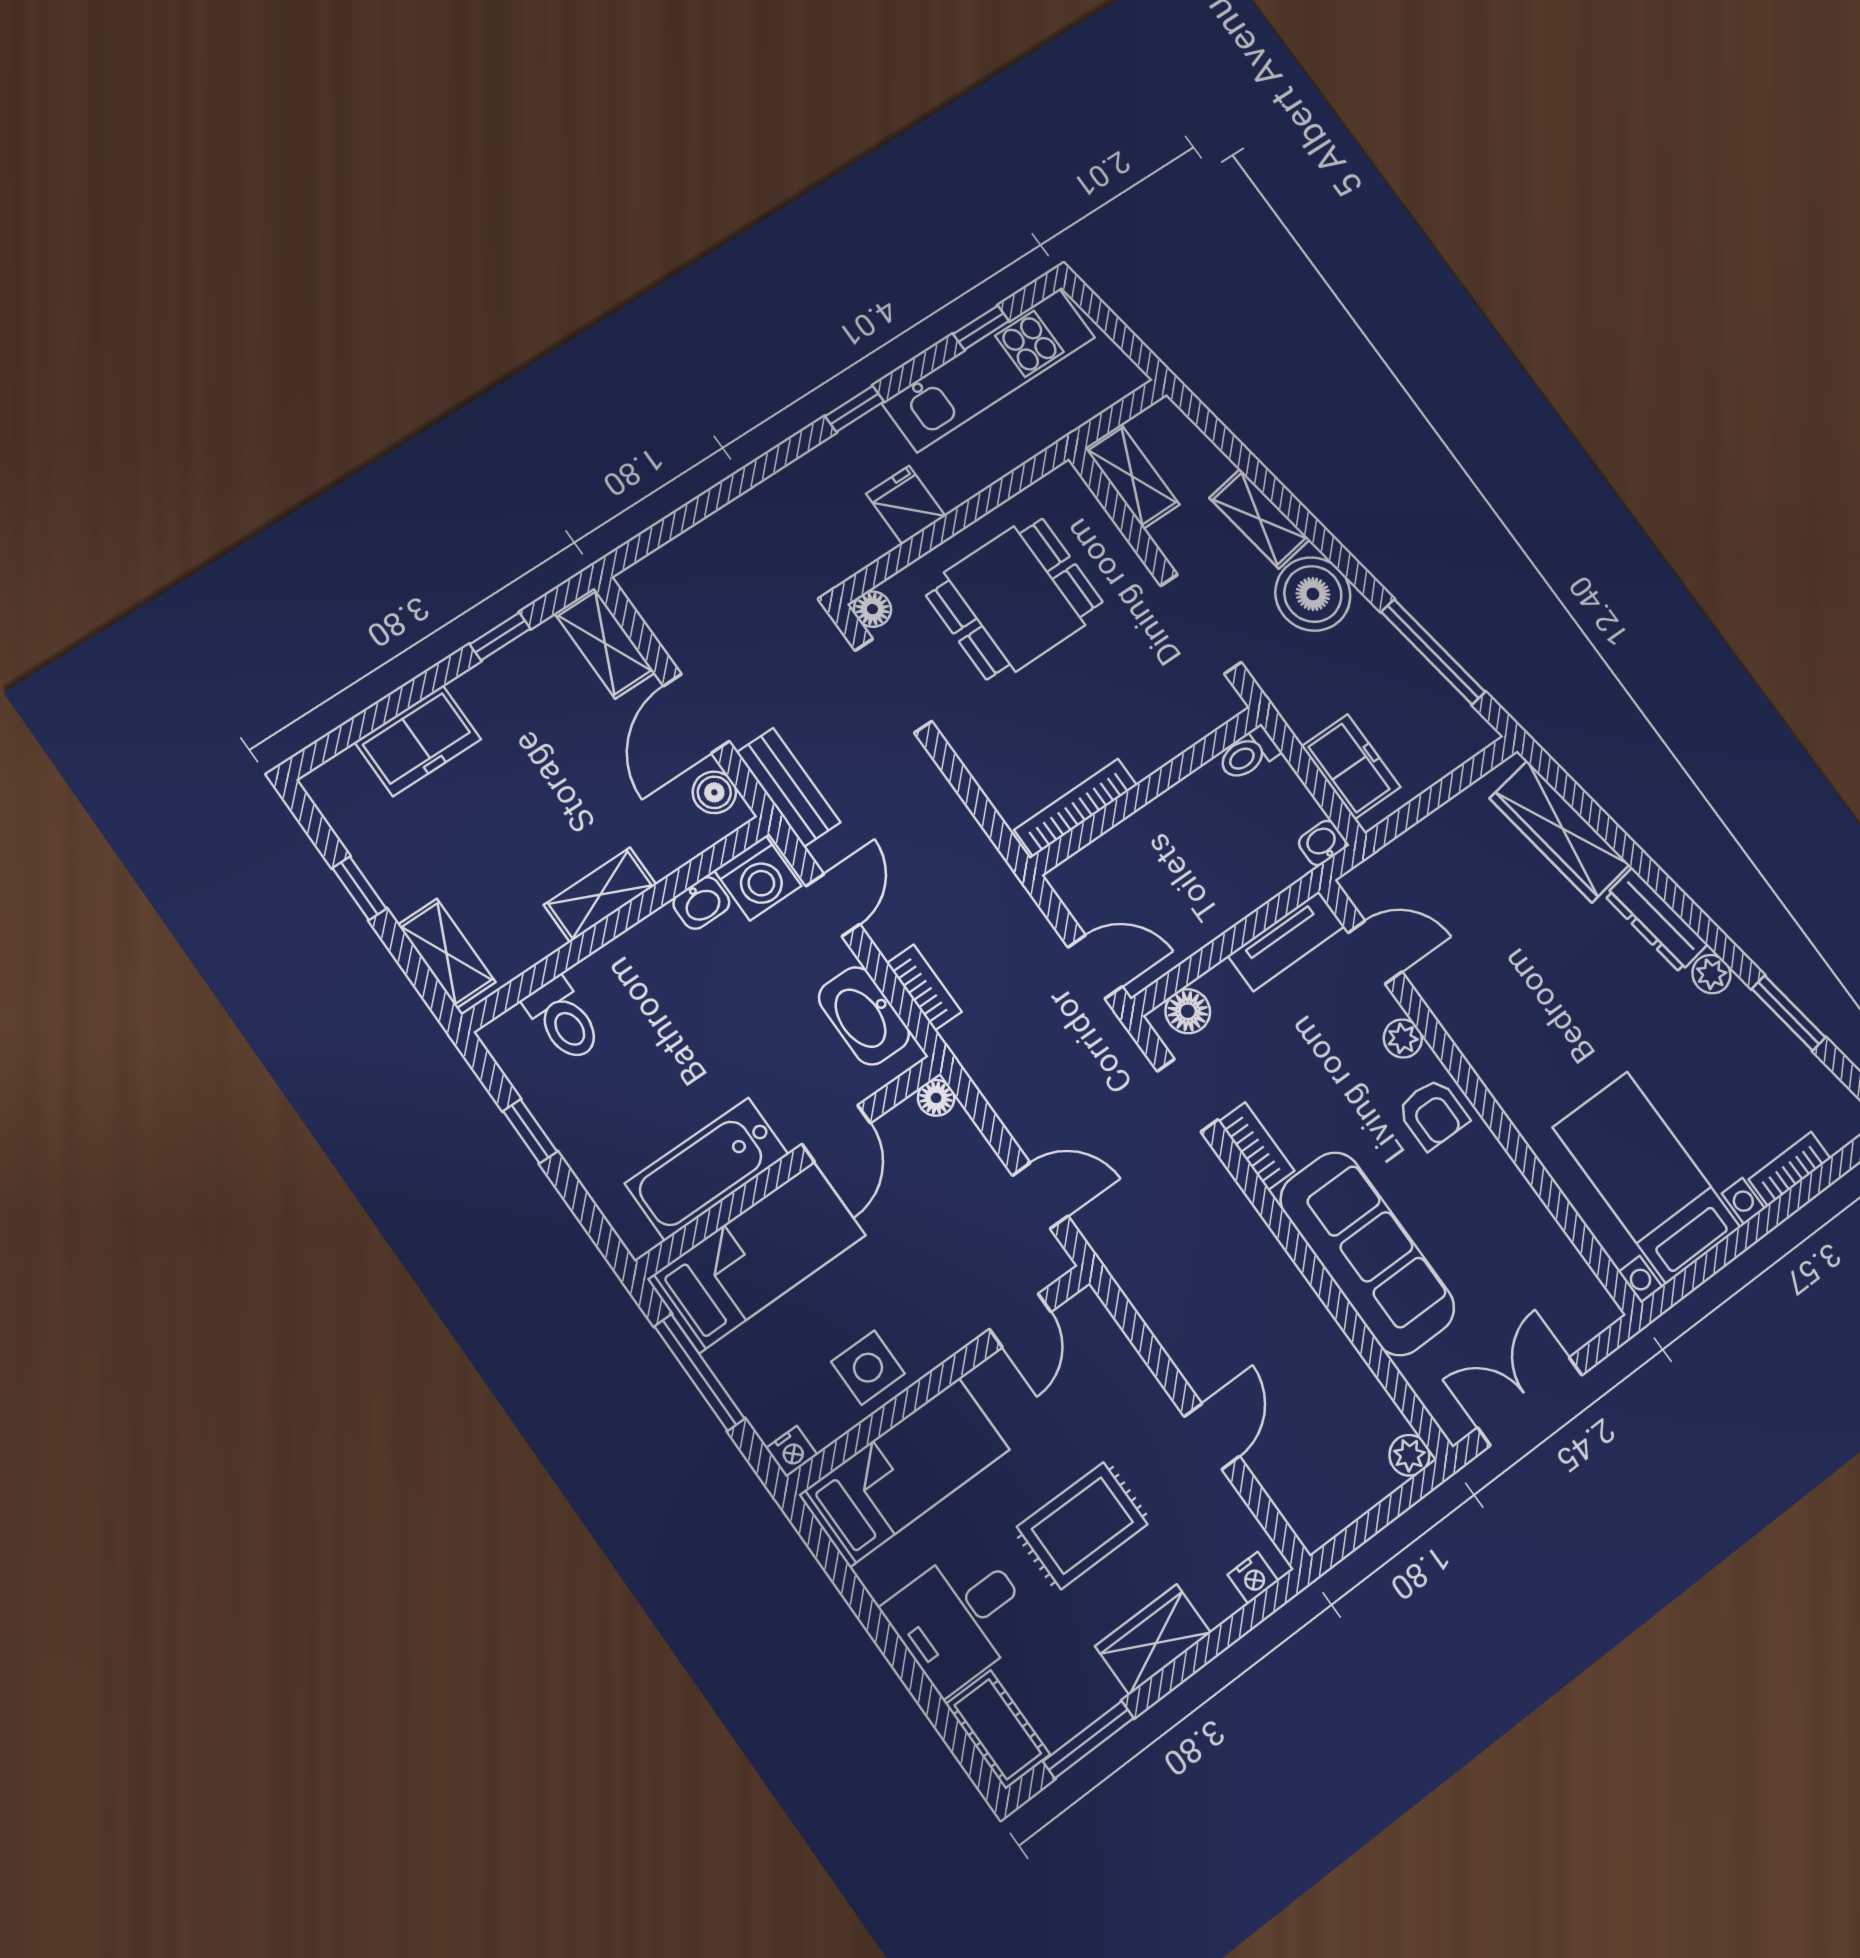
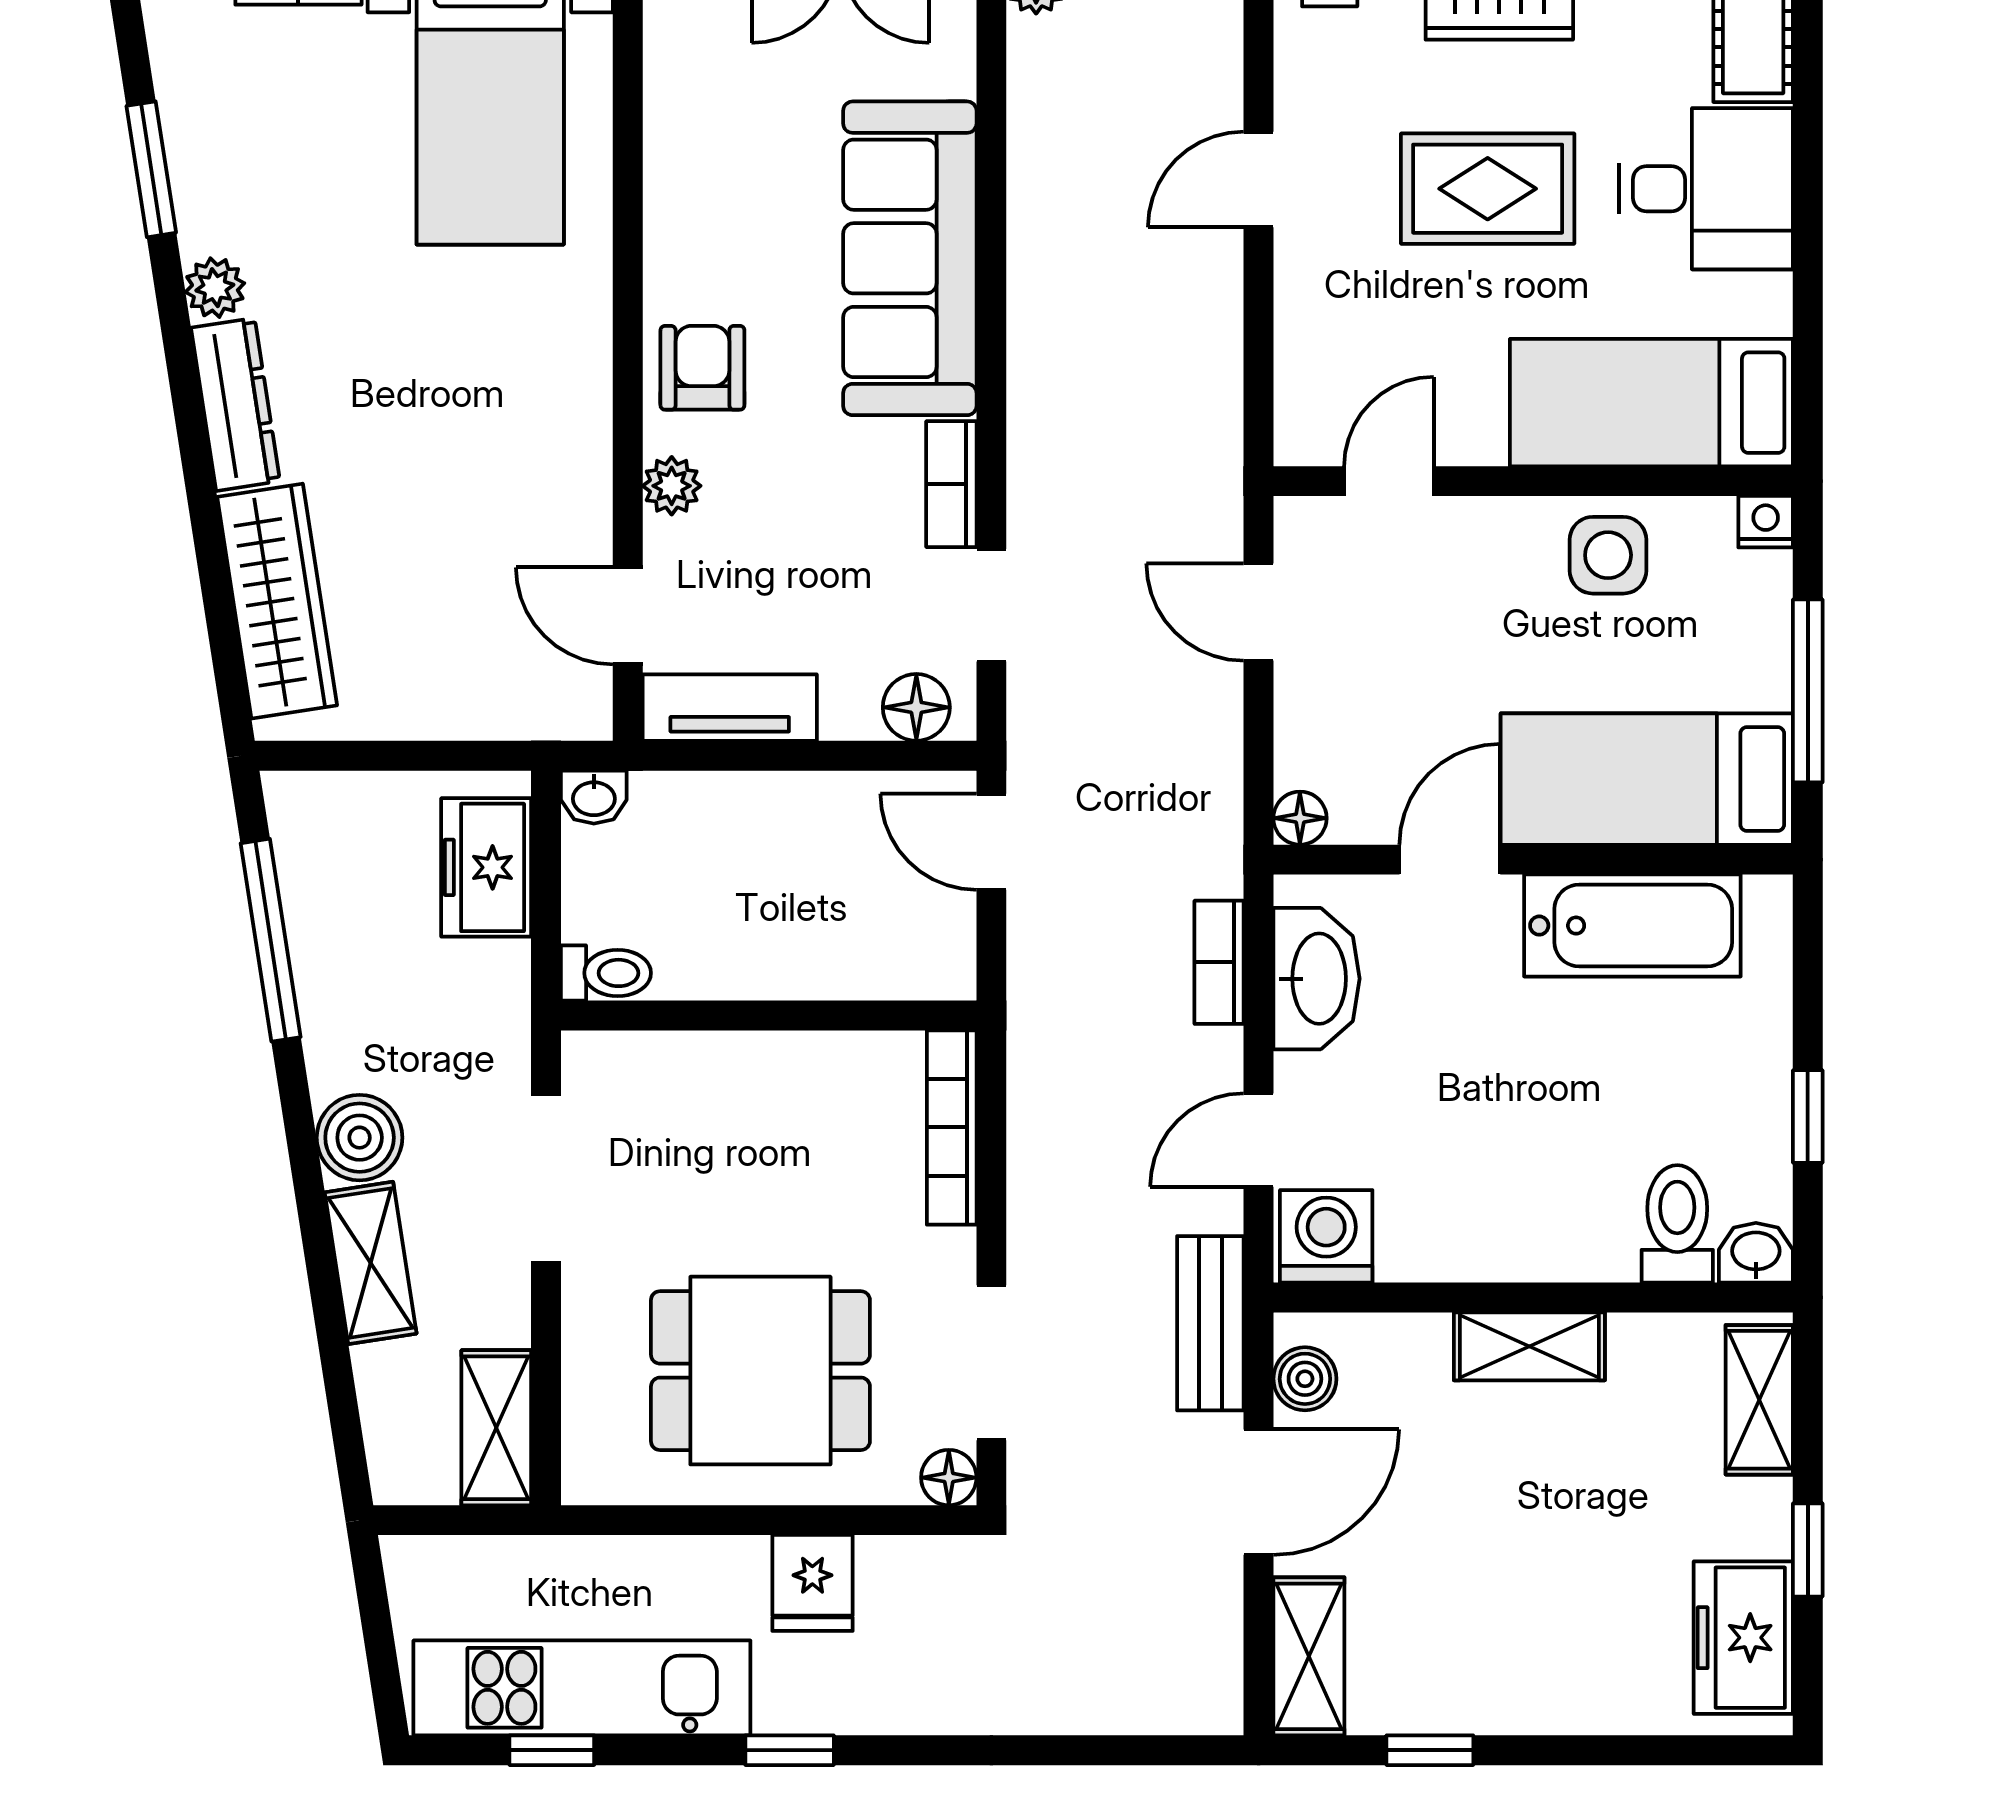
boiler: (1313, 594) -> (360, 1138), width x0.73, depth x0.73
freezer: (418, 741) -> (1743, 1638), moved, turned -90
bookcase: (1076, 808) -> (952, 1127), moved, turned 90
washbasin: (701, 903) -> (1756, 1253), moved

